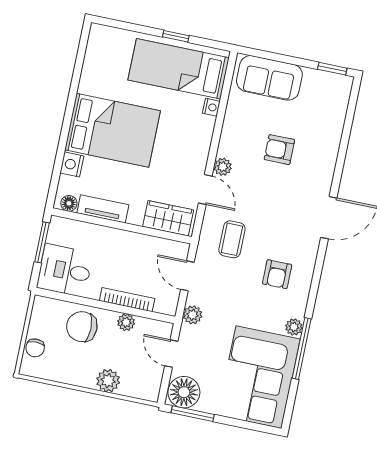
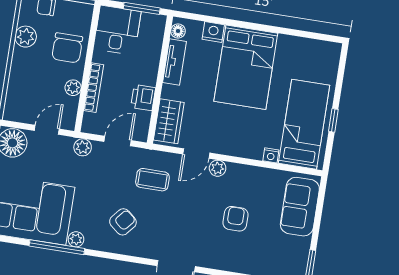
printer: (141, 245) -> (143, 98), added
armchair: (277, 274) -> (123, 222), turned 130
chair: (82, 327) -> (67, 48), turned 180
plant: (108, 381) -> (26, 37), moved

